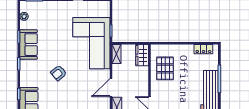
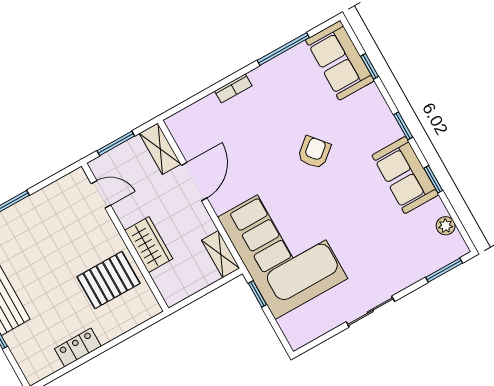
locker: (203, 49) -> (78, 347), moved
wardrobe: (142, 55) -> (149, 245), moved
pallet: (165, 68) -> (108, 280), turned 90

